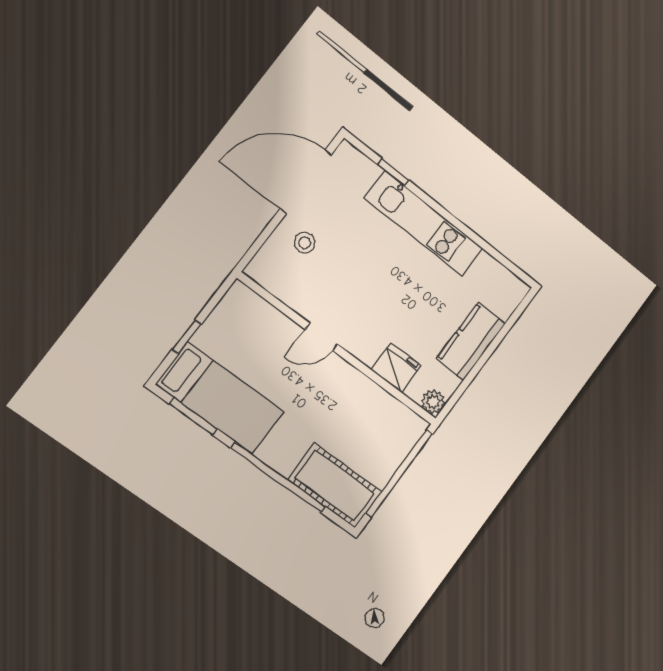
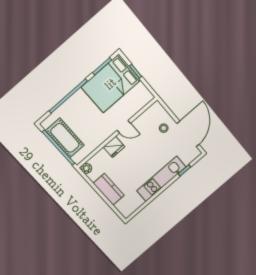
door: (321, 337) -> (124, 127), swing flipped
fridge: (396, 368) -> (114, 147), moved
bed: (220, 398) -> (111, 84), width x1.50
cot: (335, 486) -> (65, 138), moved, turned 90

